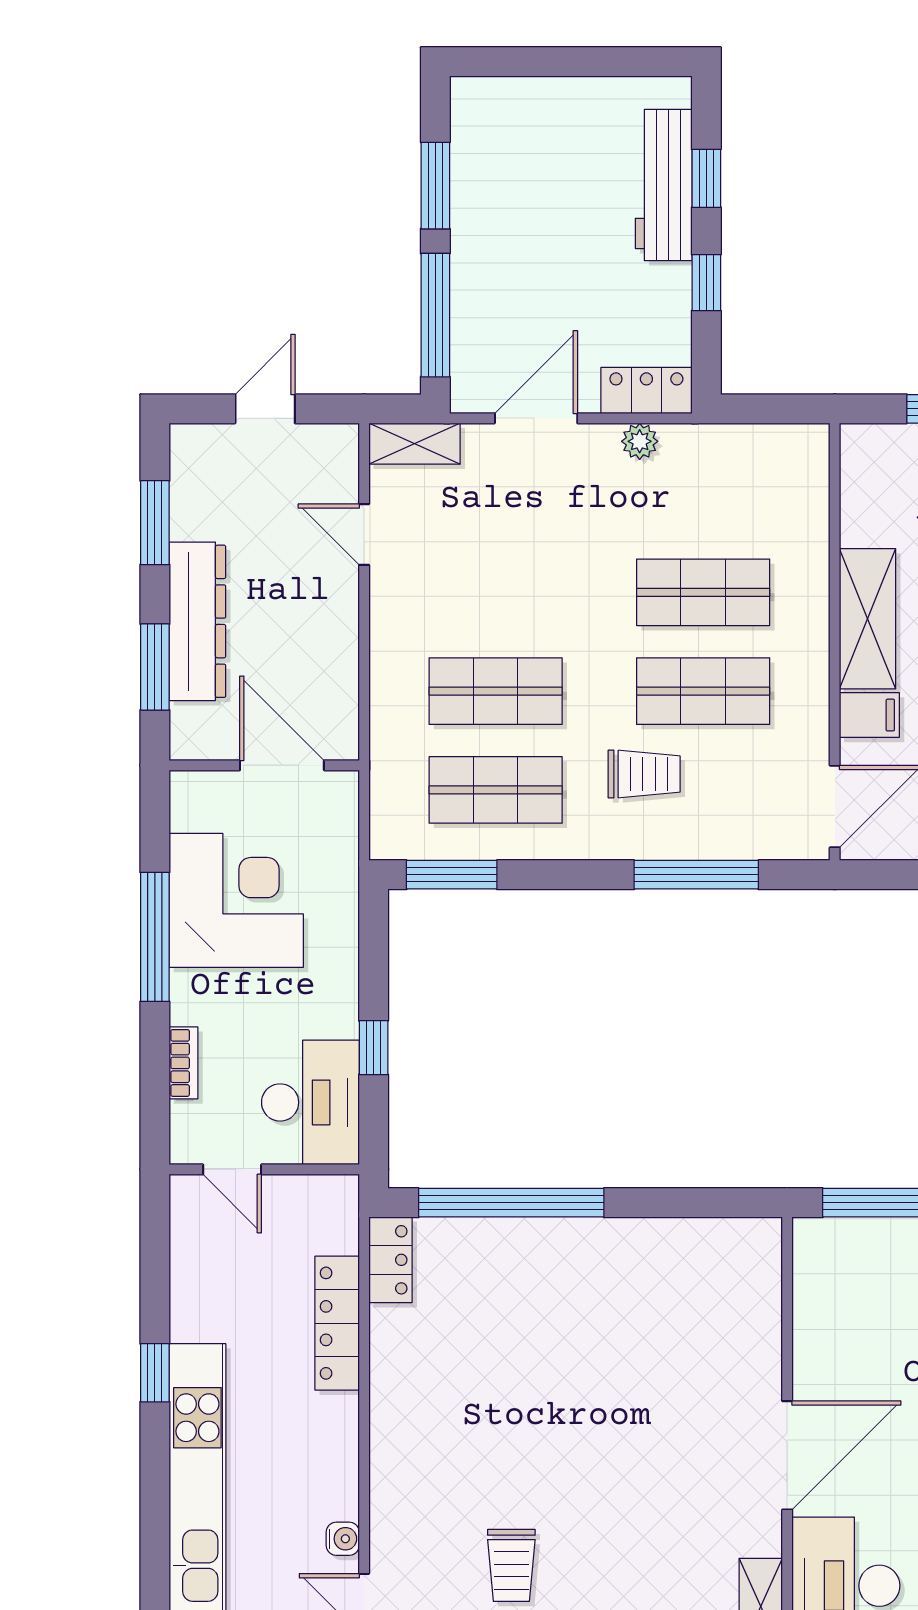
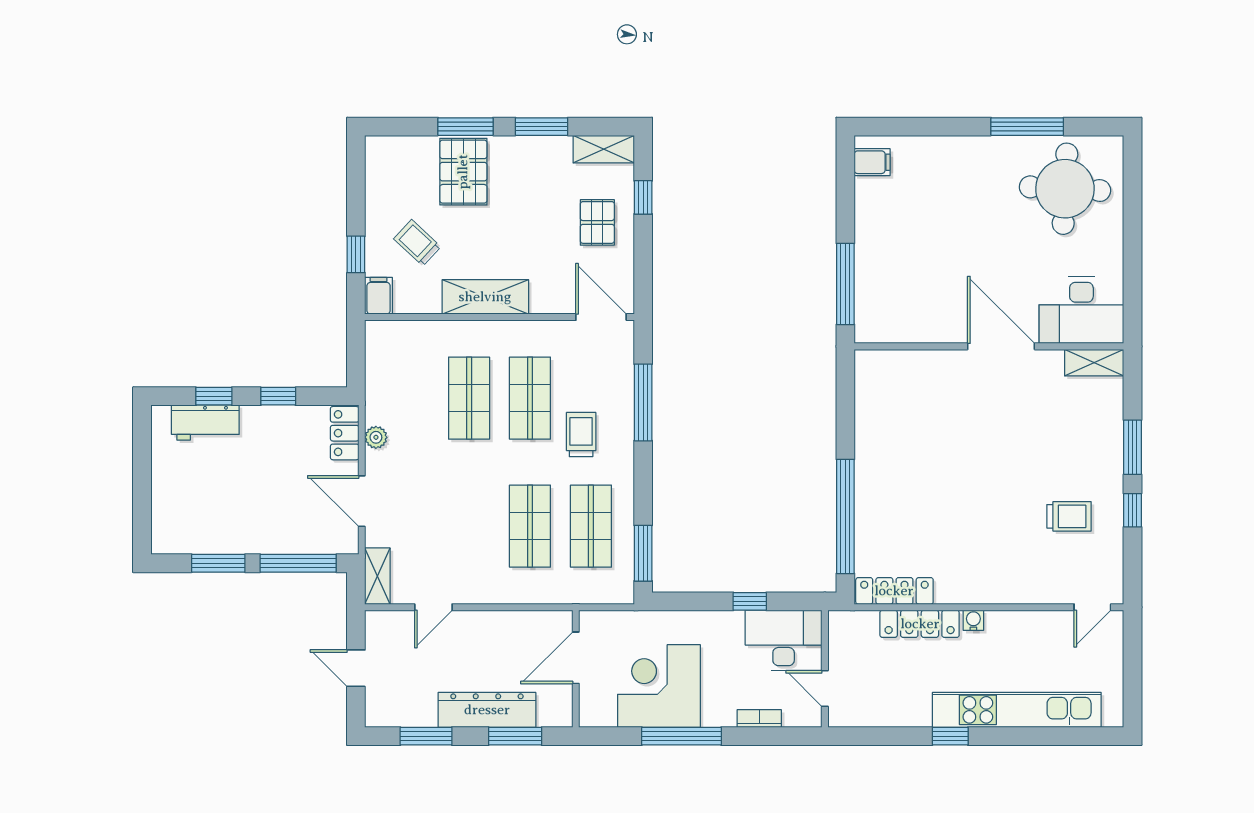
workbench: (664, 185) -> (205, 422), width x0.73
filing cabinet: (869, 715) -> (379, 296), moved
door: (232, 1169) -> (825, 688), swing flipped
locker: (390, 1260) -> (894, 591), width x1.53
water cooler: (343, 1539) -> (973, 620), moved

